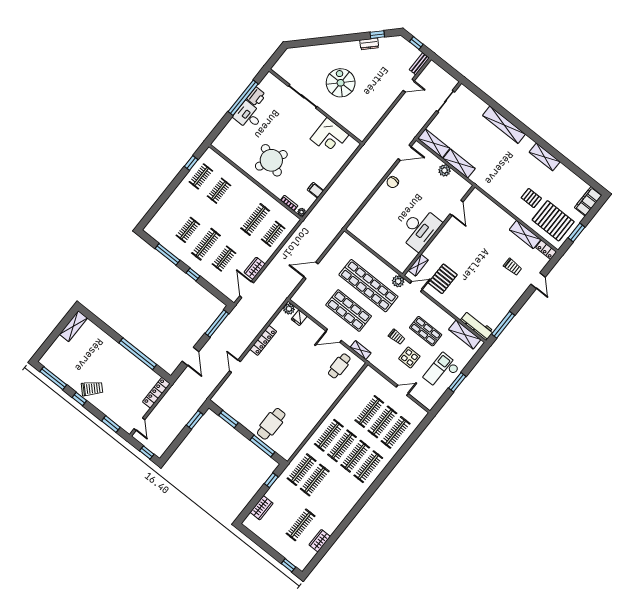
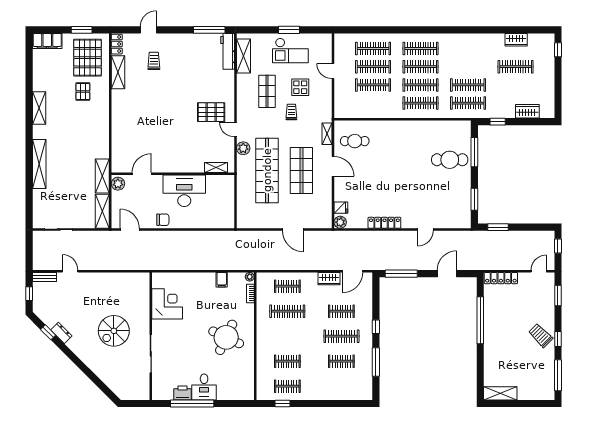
door: (456, 208) -> (142, 174), moved
desk: (420, 229) -> (184, 191), moved
wall: (439, 230) -> (173, 174), moved
shelving: (418, 265) -> (216, 168), moved

